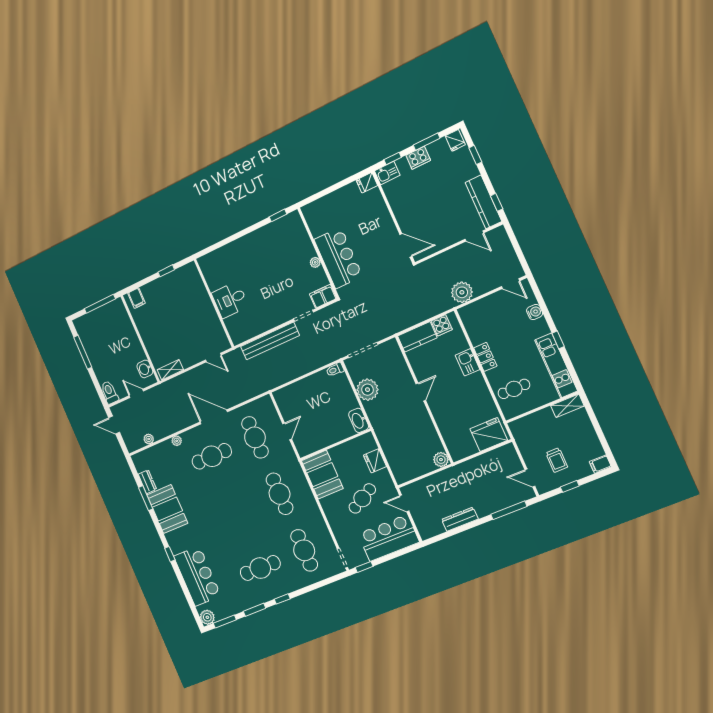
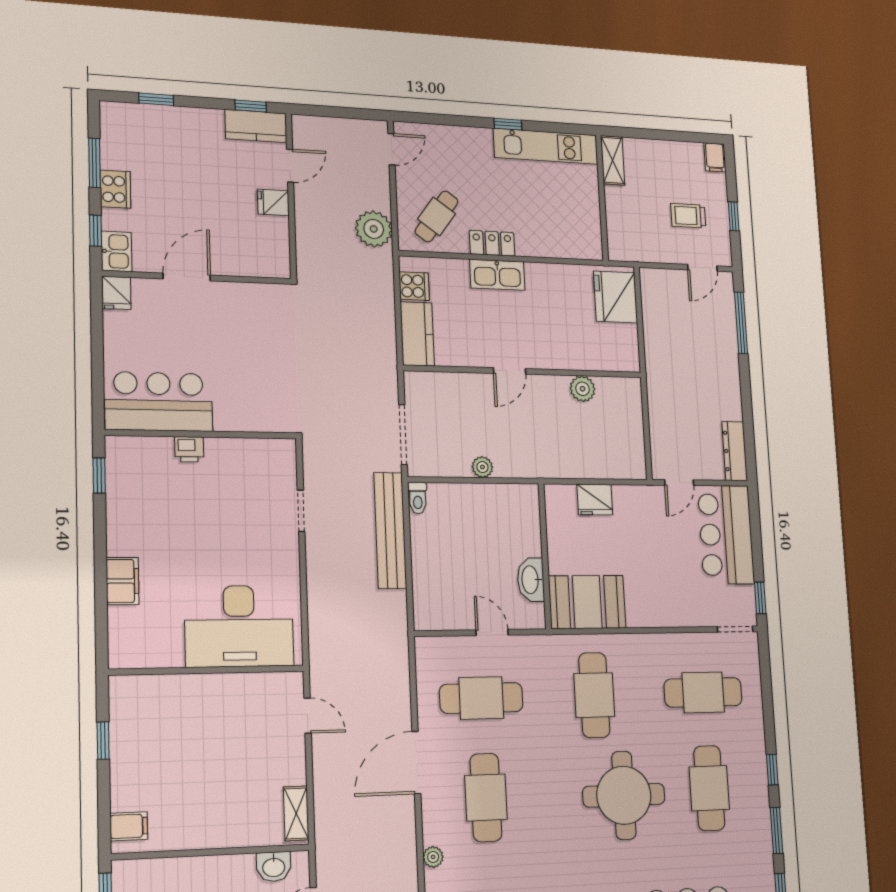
fridge: (455, 140) -> (273, 202), moved, turned 180
kitchen counter: (483, 202) -> (256, 126), width x0.67
door: (406, 245) -> (187, 277), moved
printer: (309, 251) -> (189, 449), added
bar counter: (338, 258) -> (159, 402), moved
plant: (315, 262) -> (216, 447), removed
filing cabinet: (323, 296) -> (123, 581), moved, turned 180
desk: (230, 300) -> (239, 626), width x1.87, depth x1.30
water cooler: (535, 312) -> (451, 136), removed
bench: (270, 341) -> (390, 530), moved
door: (213, 358) -> (308, 716), hinge flipped
kitchen sink: (468, 362) -> (497, 275), width x1.38
cafe table: (514, 389) -> (437, 216), moved, turned 36
plant: (367, 390) -> (482, 467), width x0.53, depth x0.53
door: (421, 392) -> (510, 371), swing flipped
washbasin: (359, 420) -> (531, 580), moved, turned 90
plant: (441, 460) -> (583, 389), moved
trolley: (557, 460) -> (688, 216), turned 180
cafe table: (280, 494) -> (594, 695), turned 90
cafe table: (362, 498) -> (649, 550), removed
dresser: (460, 519) -> (735, 451), moved
round table: (240, 525) -> (624, 795), added

